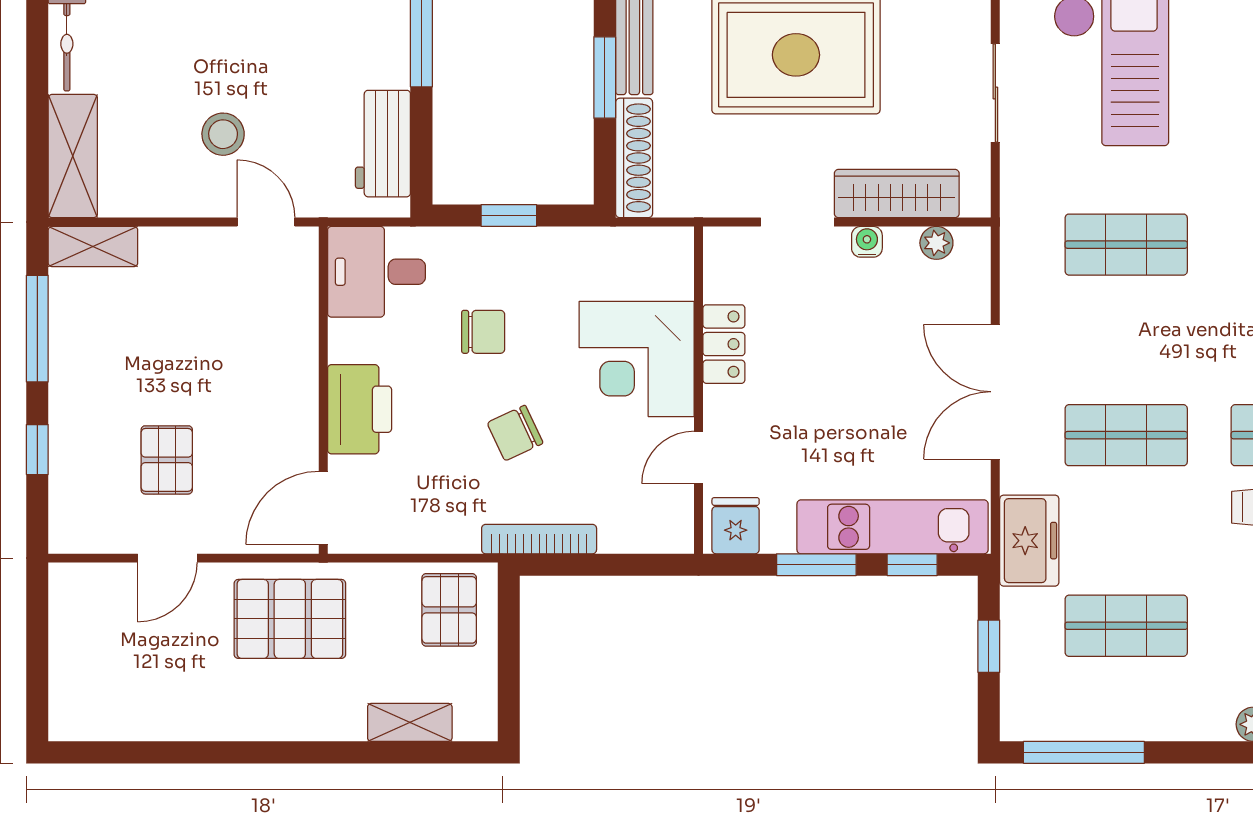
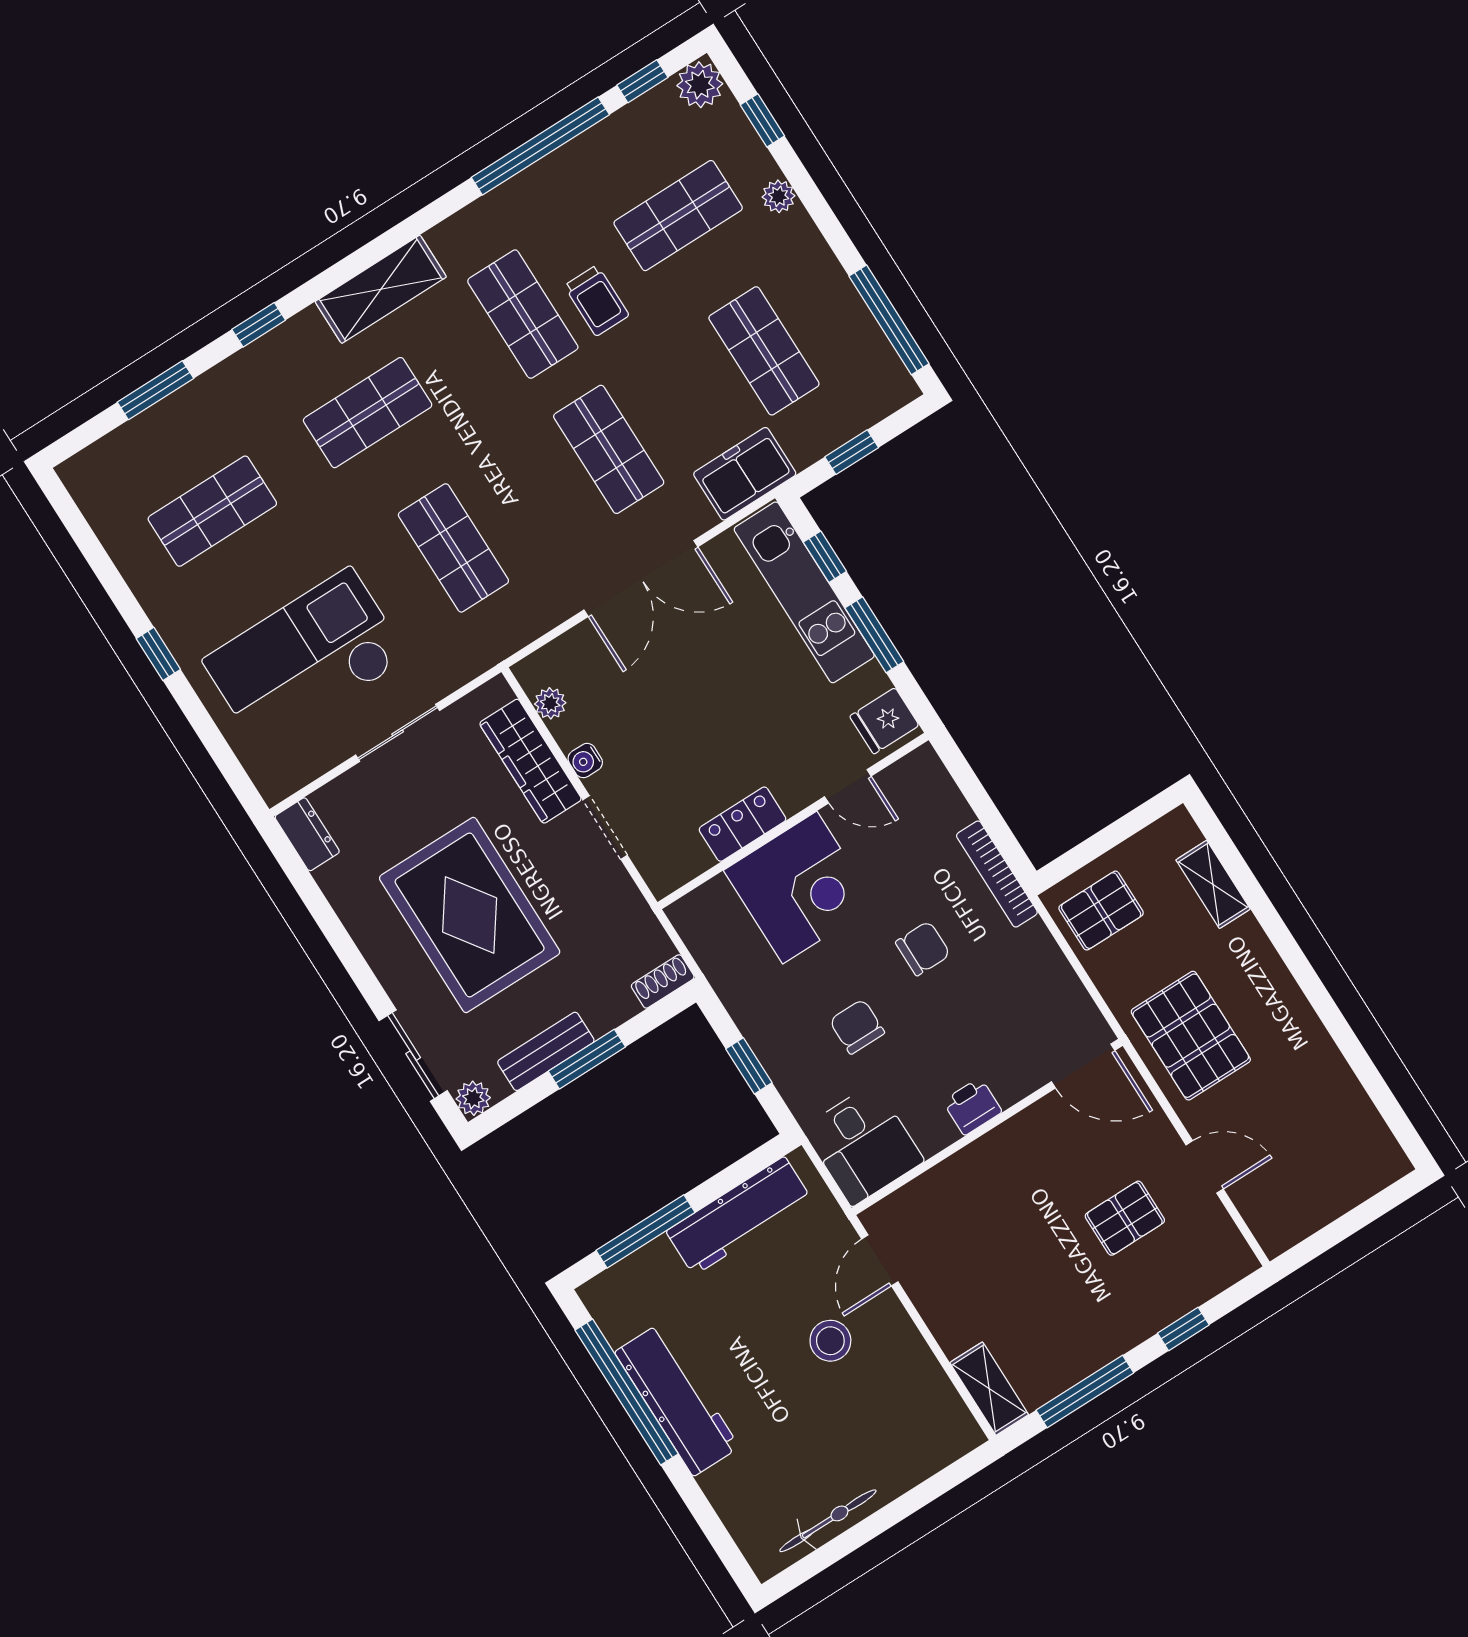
workbench: (383, 144) -> (739, 1216), width x1.38
shelving: (73, 156) -> (926, 1452), removed
shoe rack: (634, 158) -> (663, 981), width x0.51, depth x0.81
printer: (360, 409) -> (972, 1106), width x0.53, depth x0.68
chair: (515, 433) -> (923, 948), turned -65

